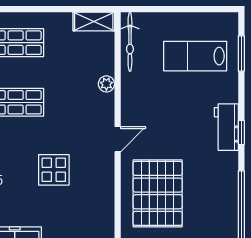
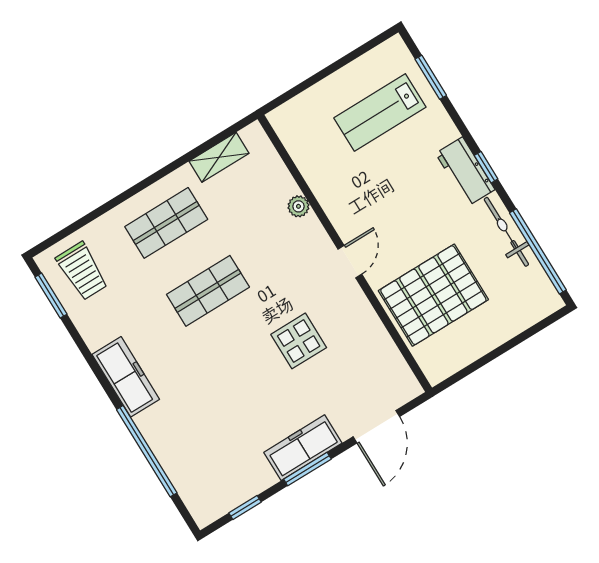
shelving: (94, 21) -> (219, 157), moved
bicycle: (130, 42) -> (506, 232), moved, turned 180
pallet: (158, 193) -> (433, 295), turned 90

